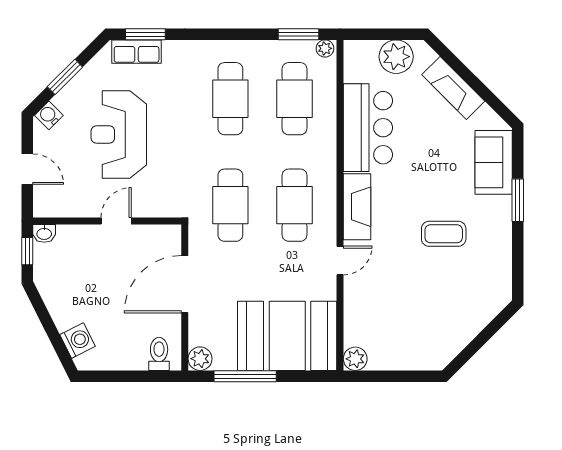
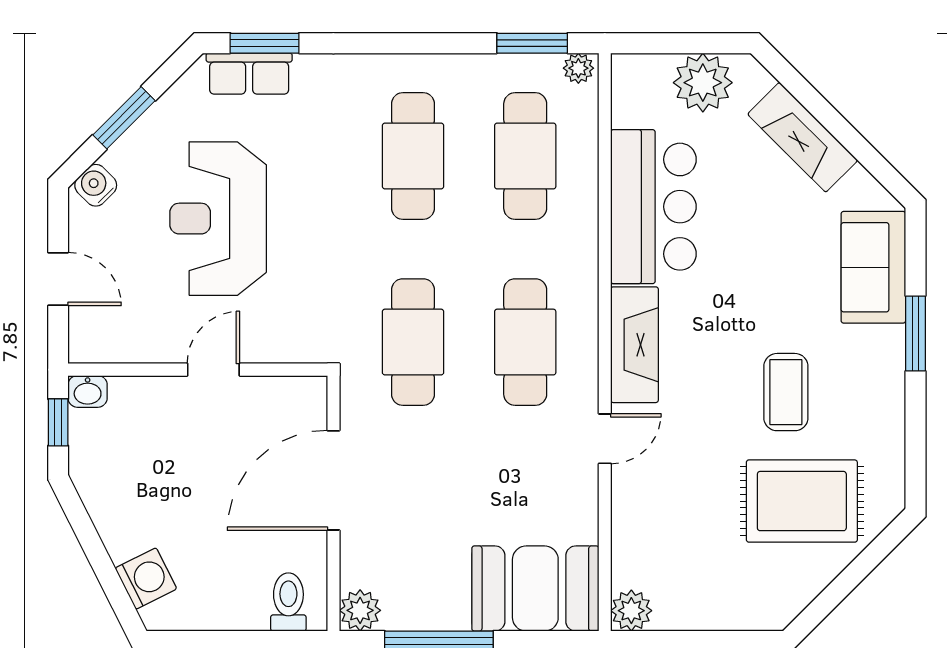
coffee table: (444, 234) -> (786, 392), turned 90
rug: (453, 296) -> (802, 501), added
booth: (287, 336) -> (535, 589), width x0.73, depth x0.70

